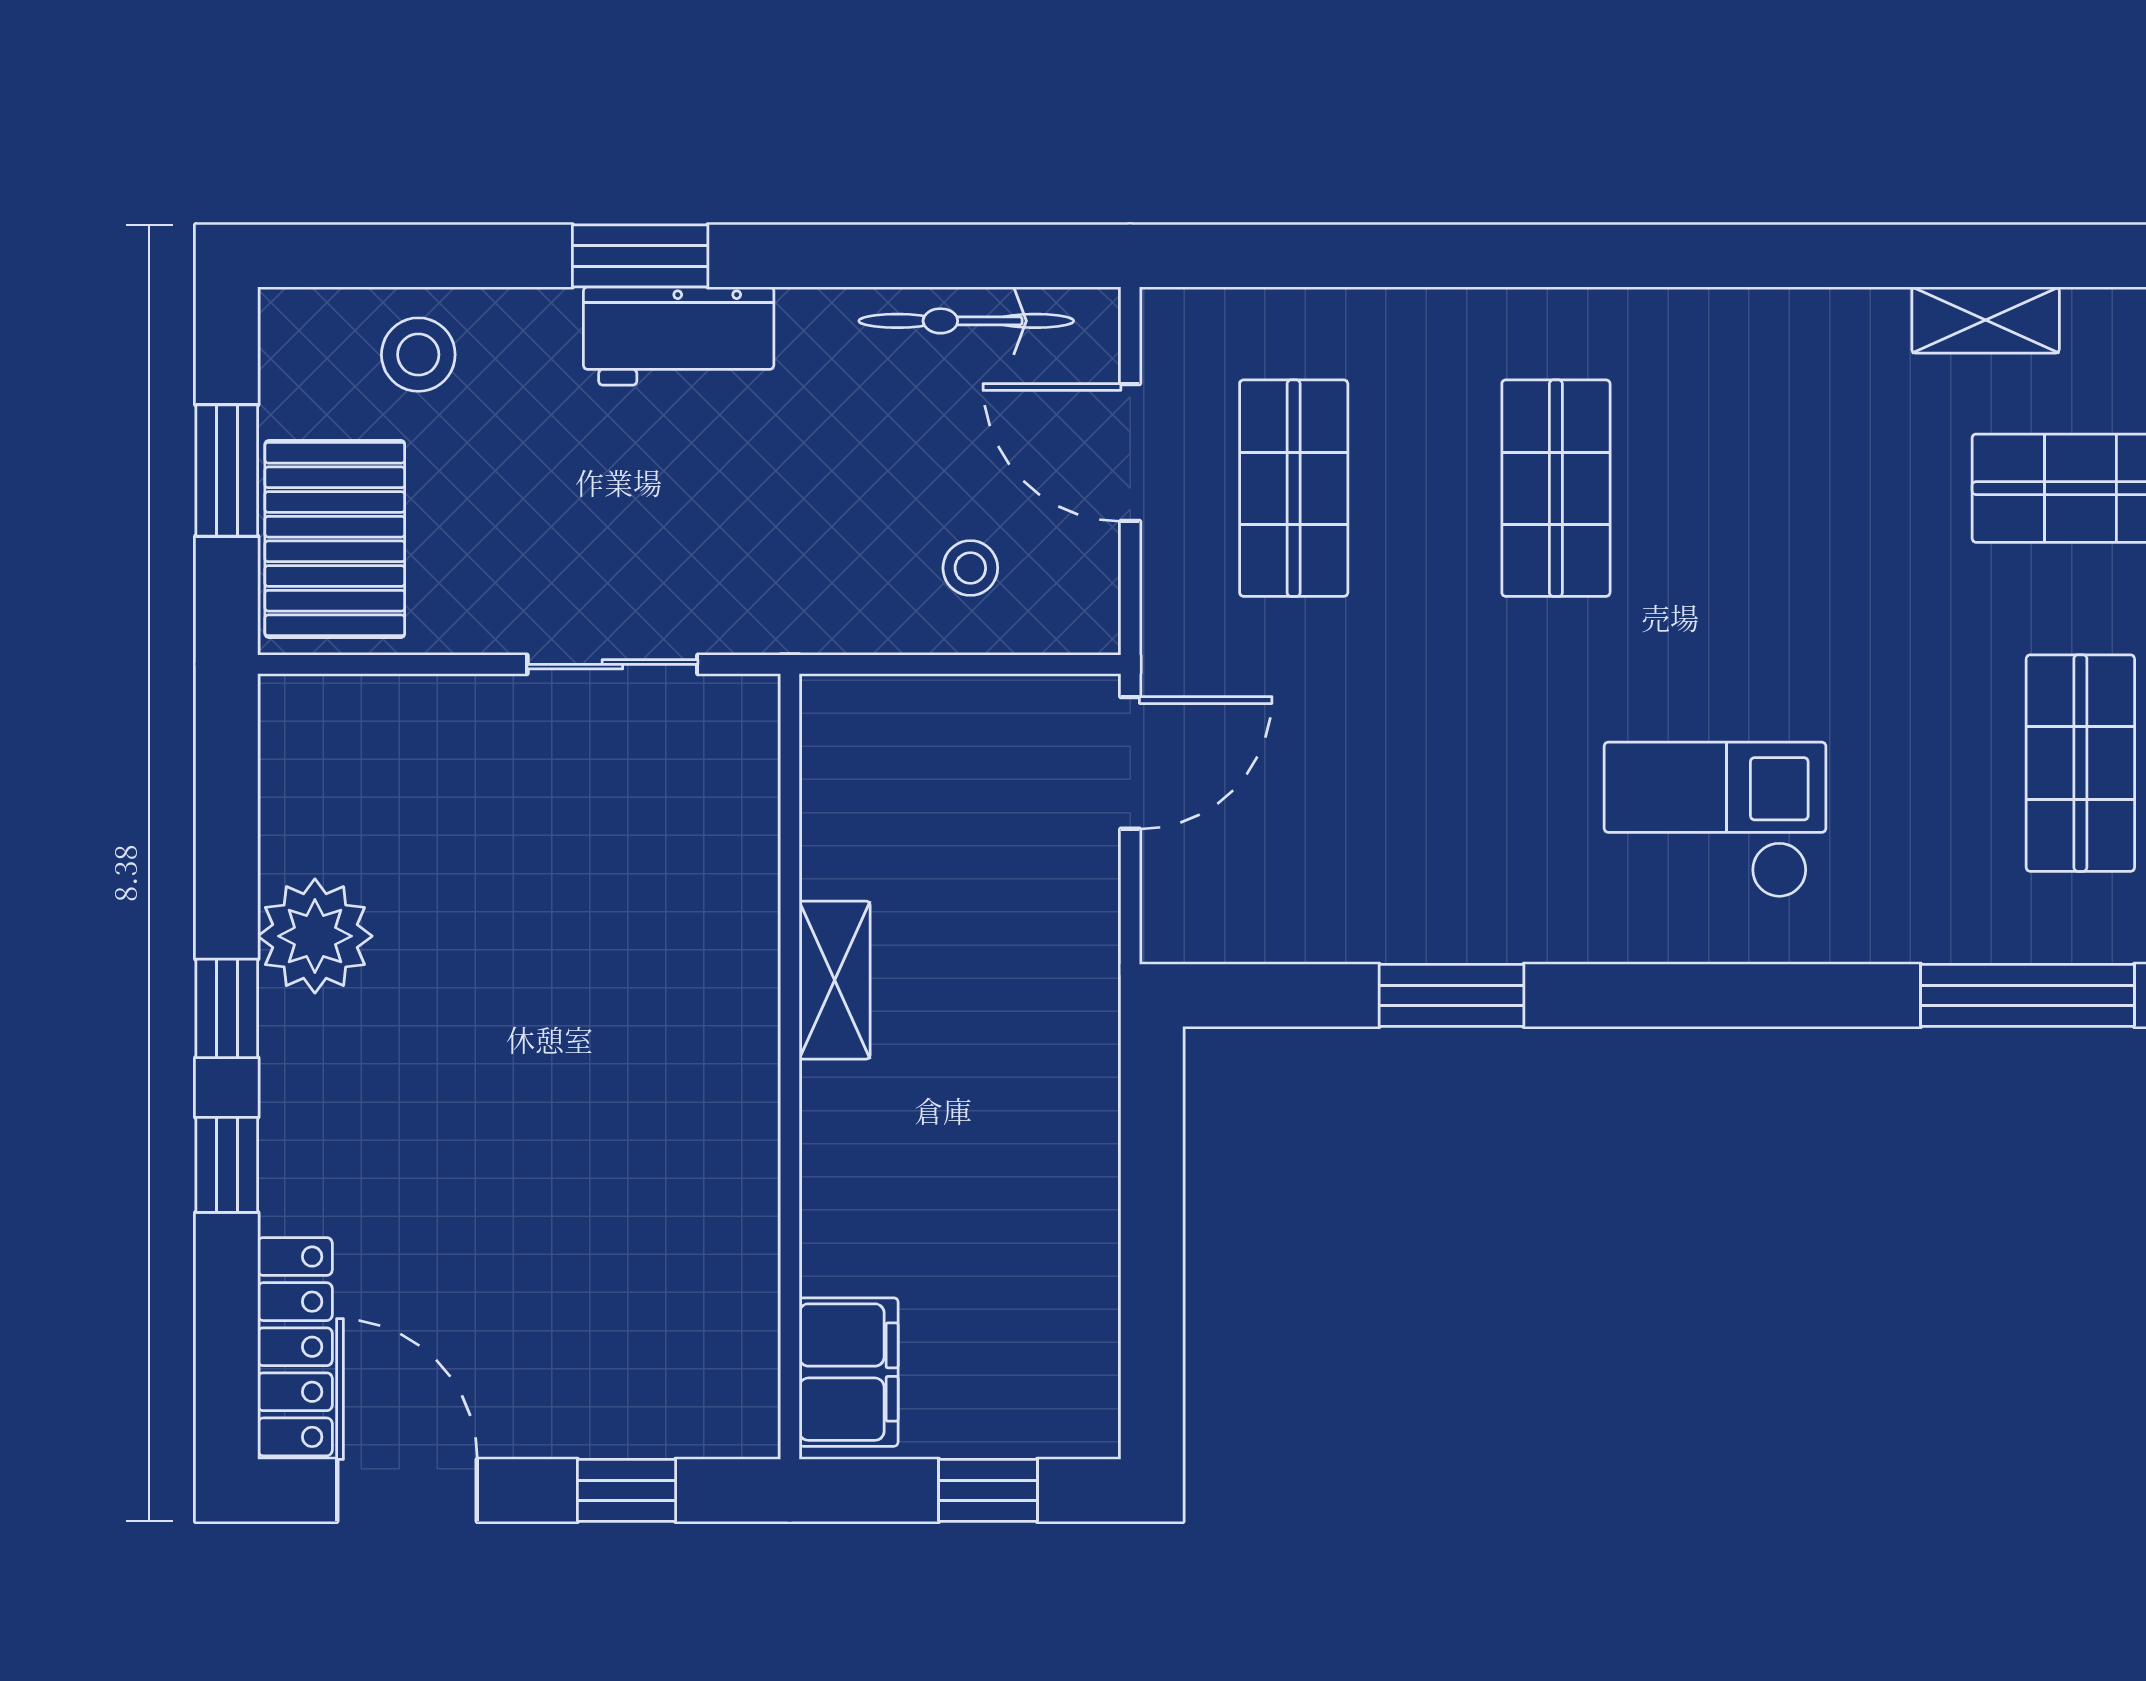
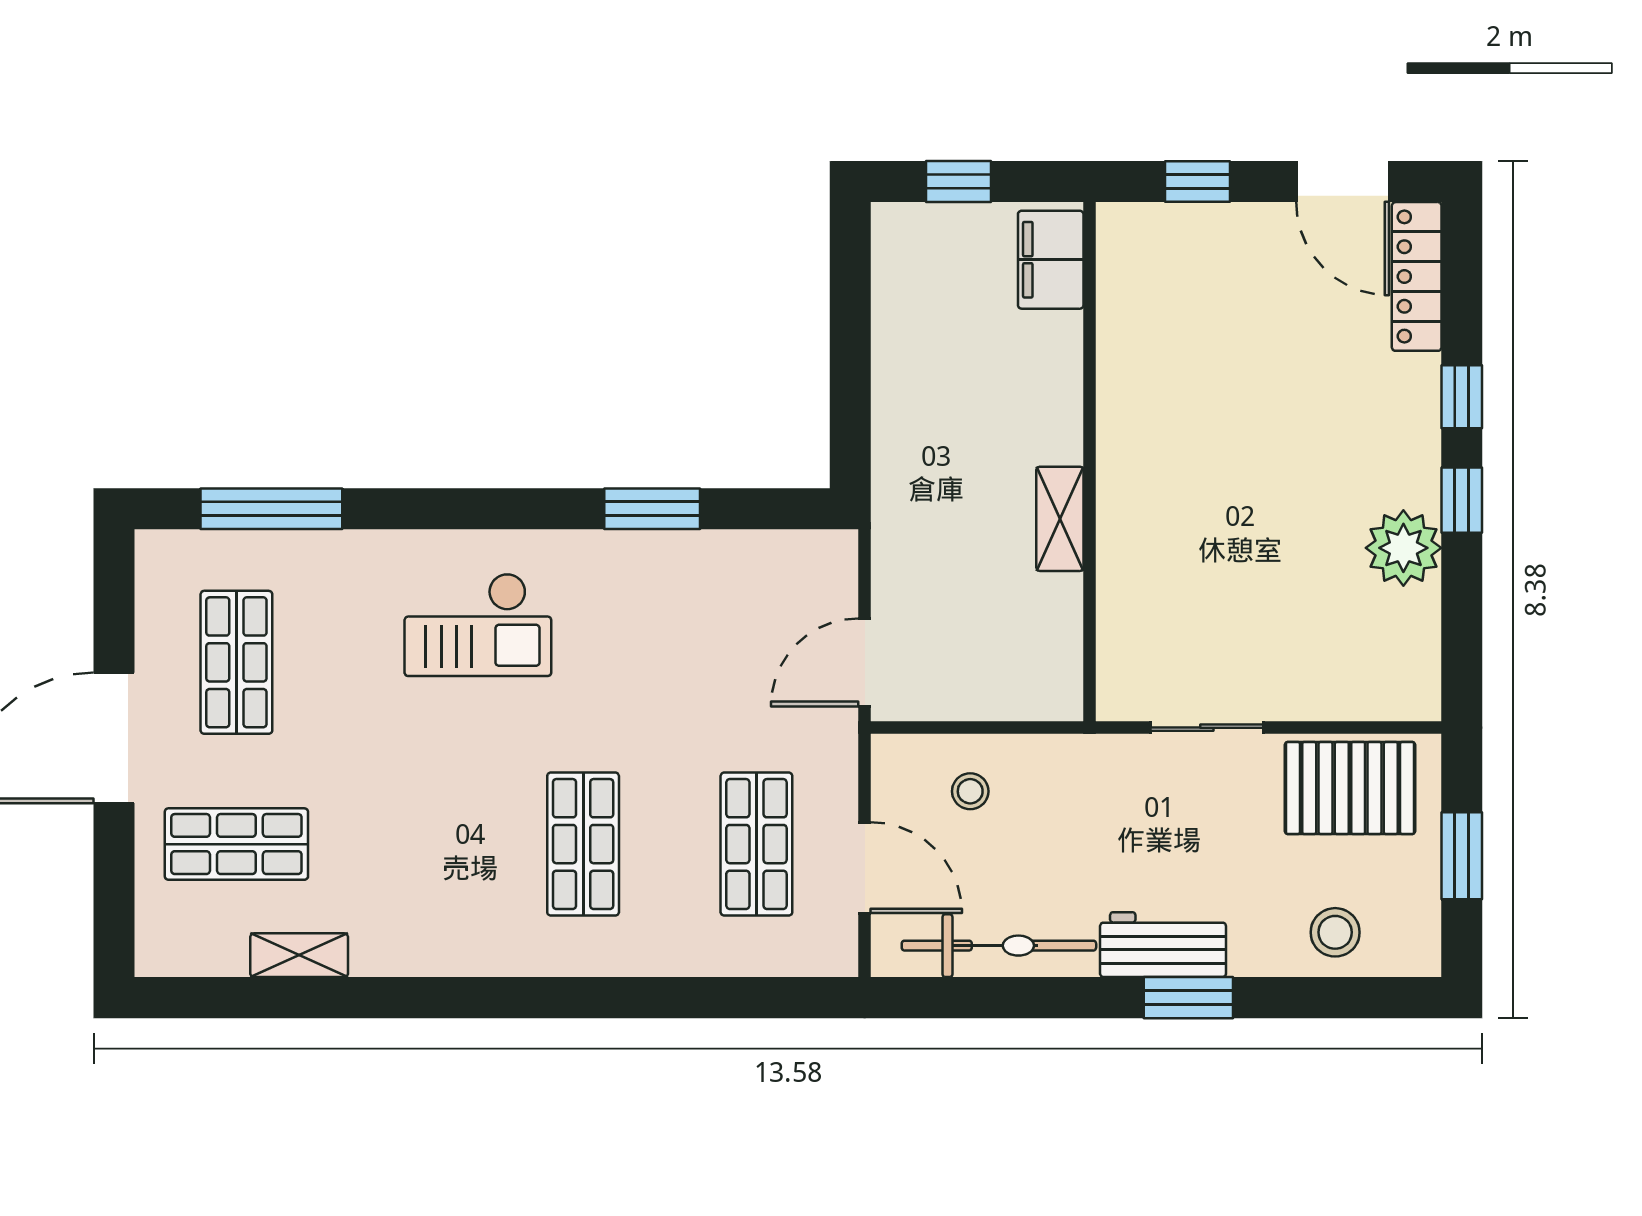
bicycle: (966, 321) -> (999, 946), width x1.37, depth x1.40
pallet: (335, 539) -> (1350, 788), moved, turned 90

